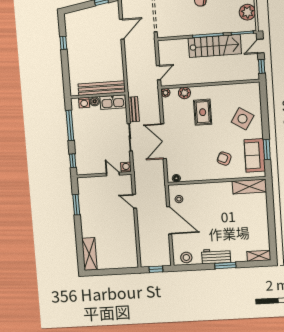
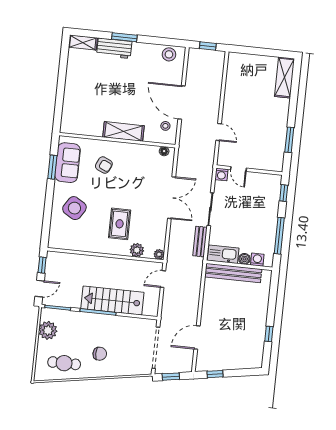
stairs: (215, 46) -> (112, 301), moved
shelving: (249, 187) -> (123, 131), moved
workbench: (216, 256) -> (114, 48), moved

